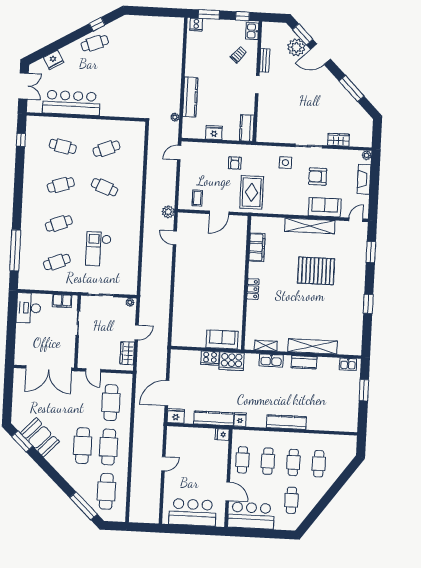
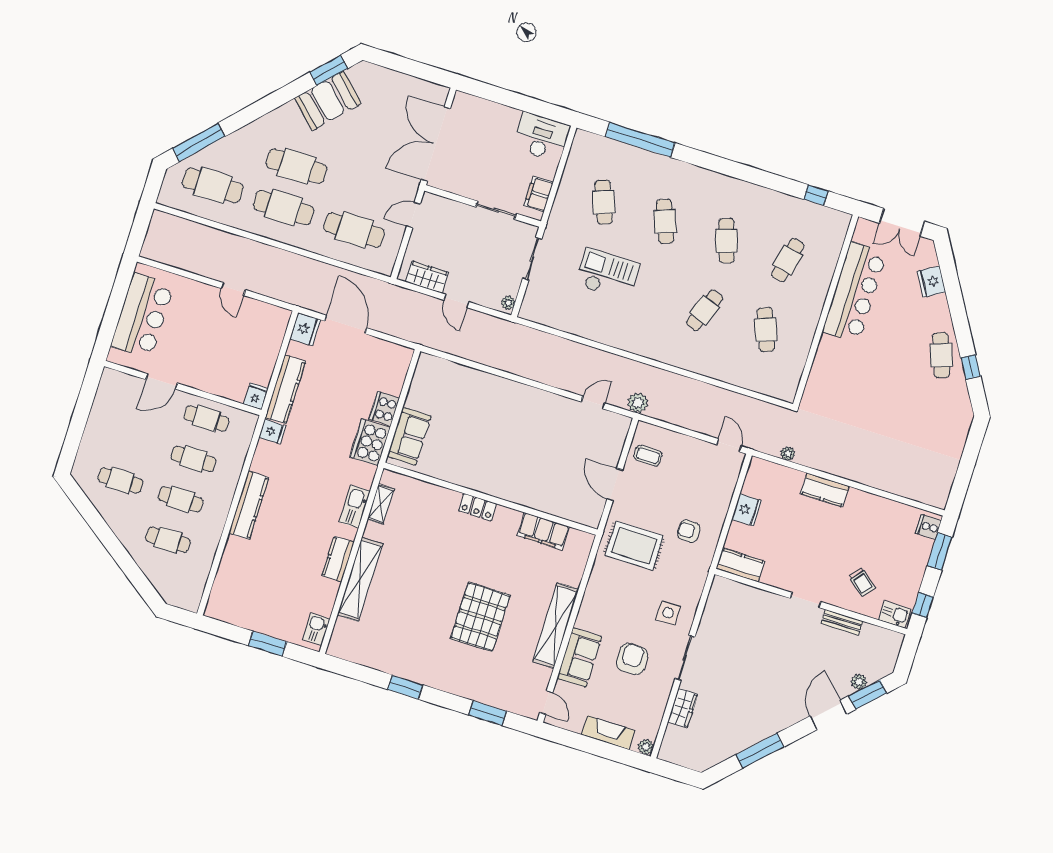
plant: (296, 47) -> (859, 682), width x0.53, depth x0.53
kitchen counter: (190, 97) -> (825, 490), width x0.67
bar counter: (251, 516) -> (113, 409), removed

